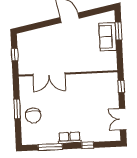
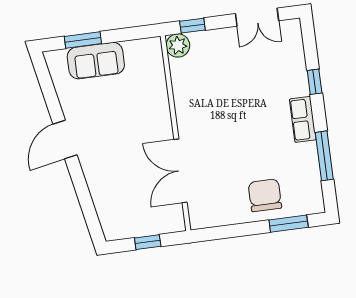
double door: (49, 74) -> (180, 171), swing flipped
plant: (112, 78) -> (178, 45), added
window: (17, 109) -> (289, 224), moved
chair: (33, 115) -> (265, 195), turned -90

